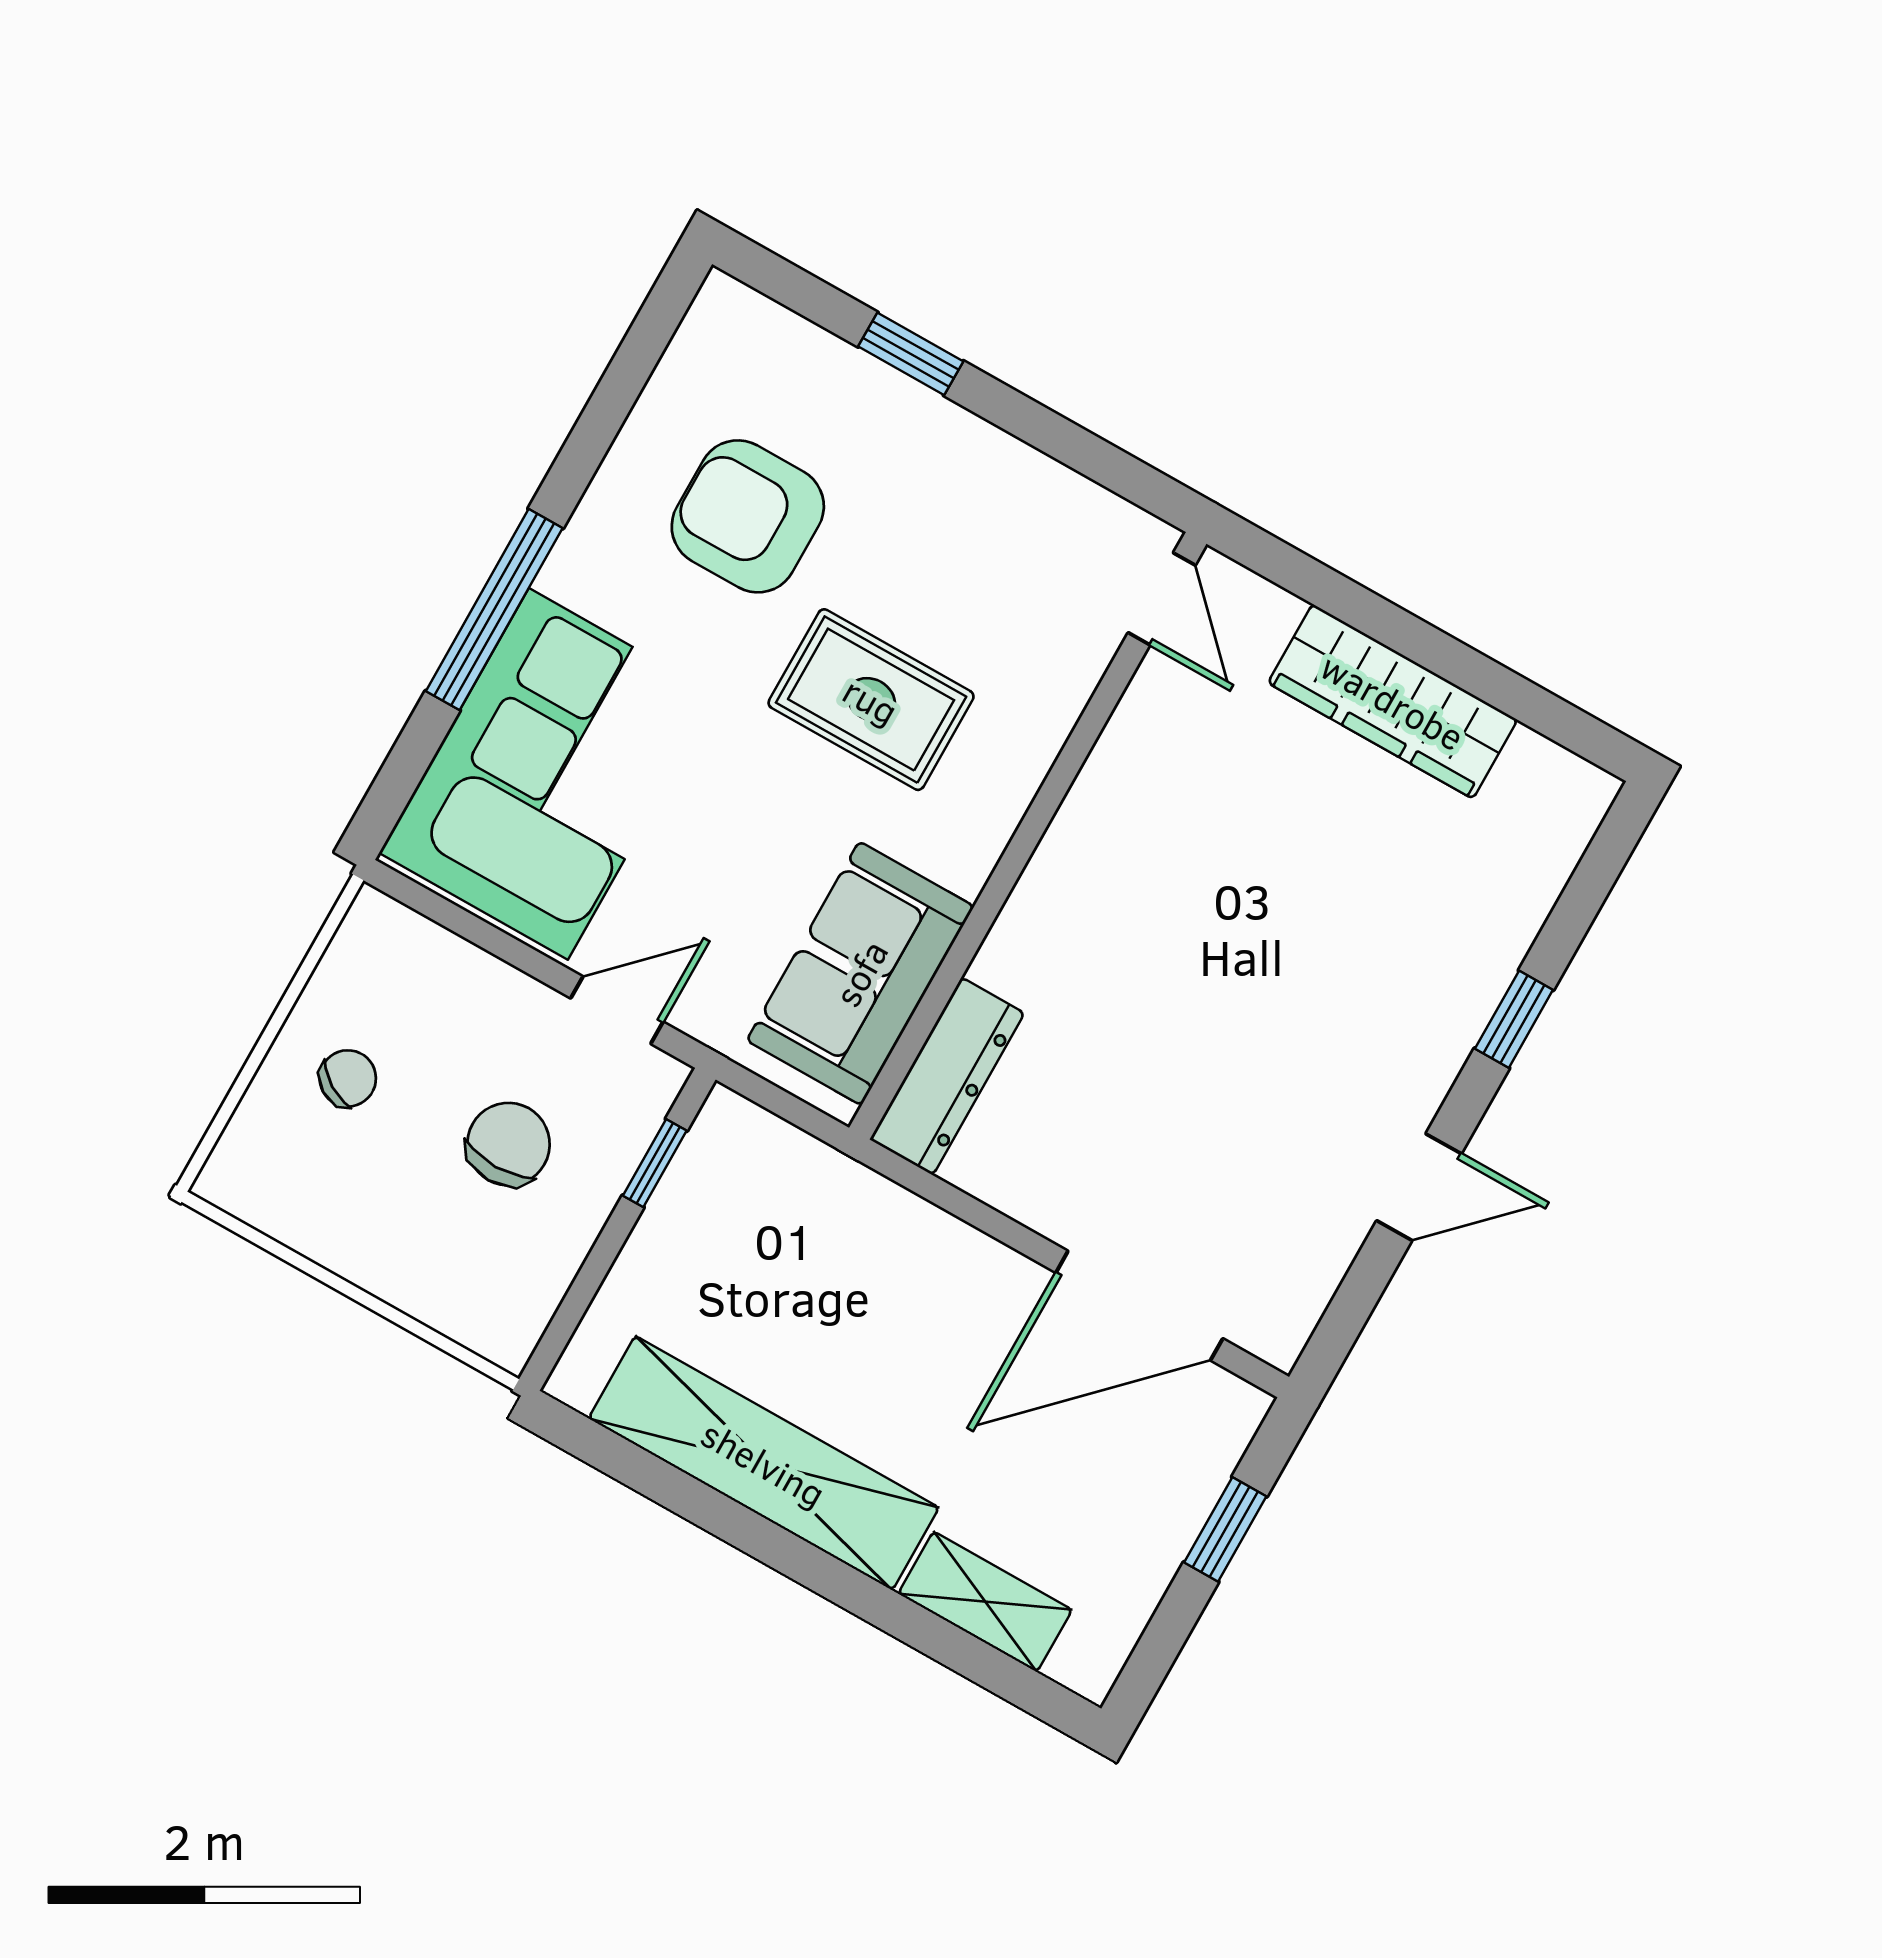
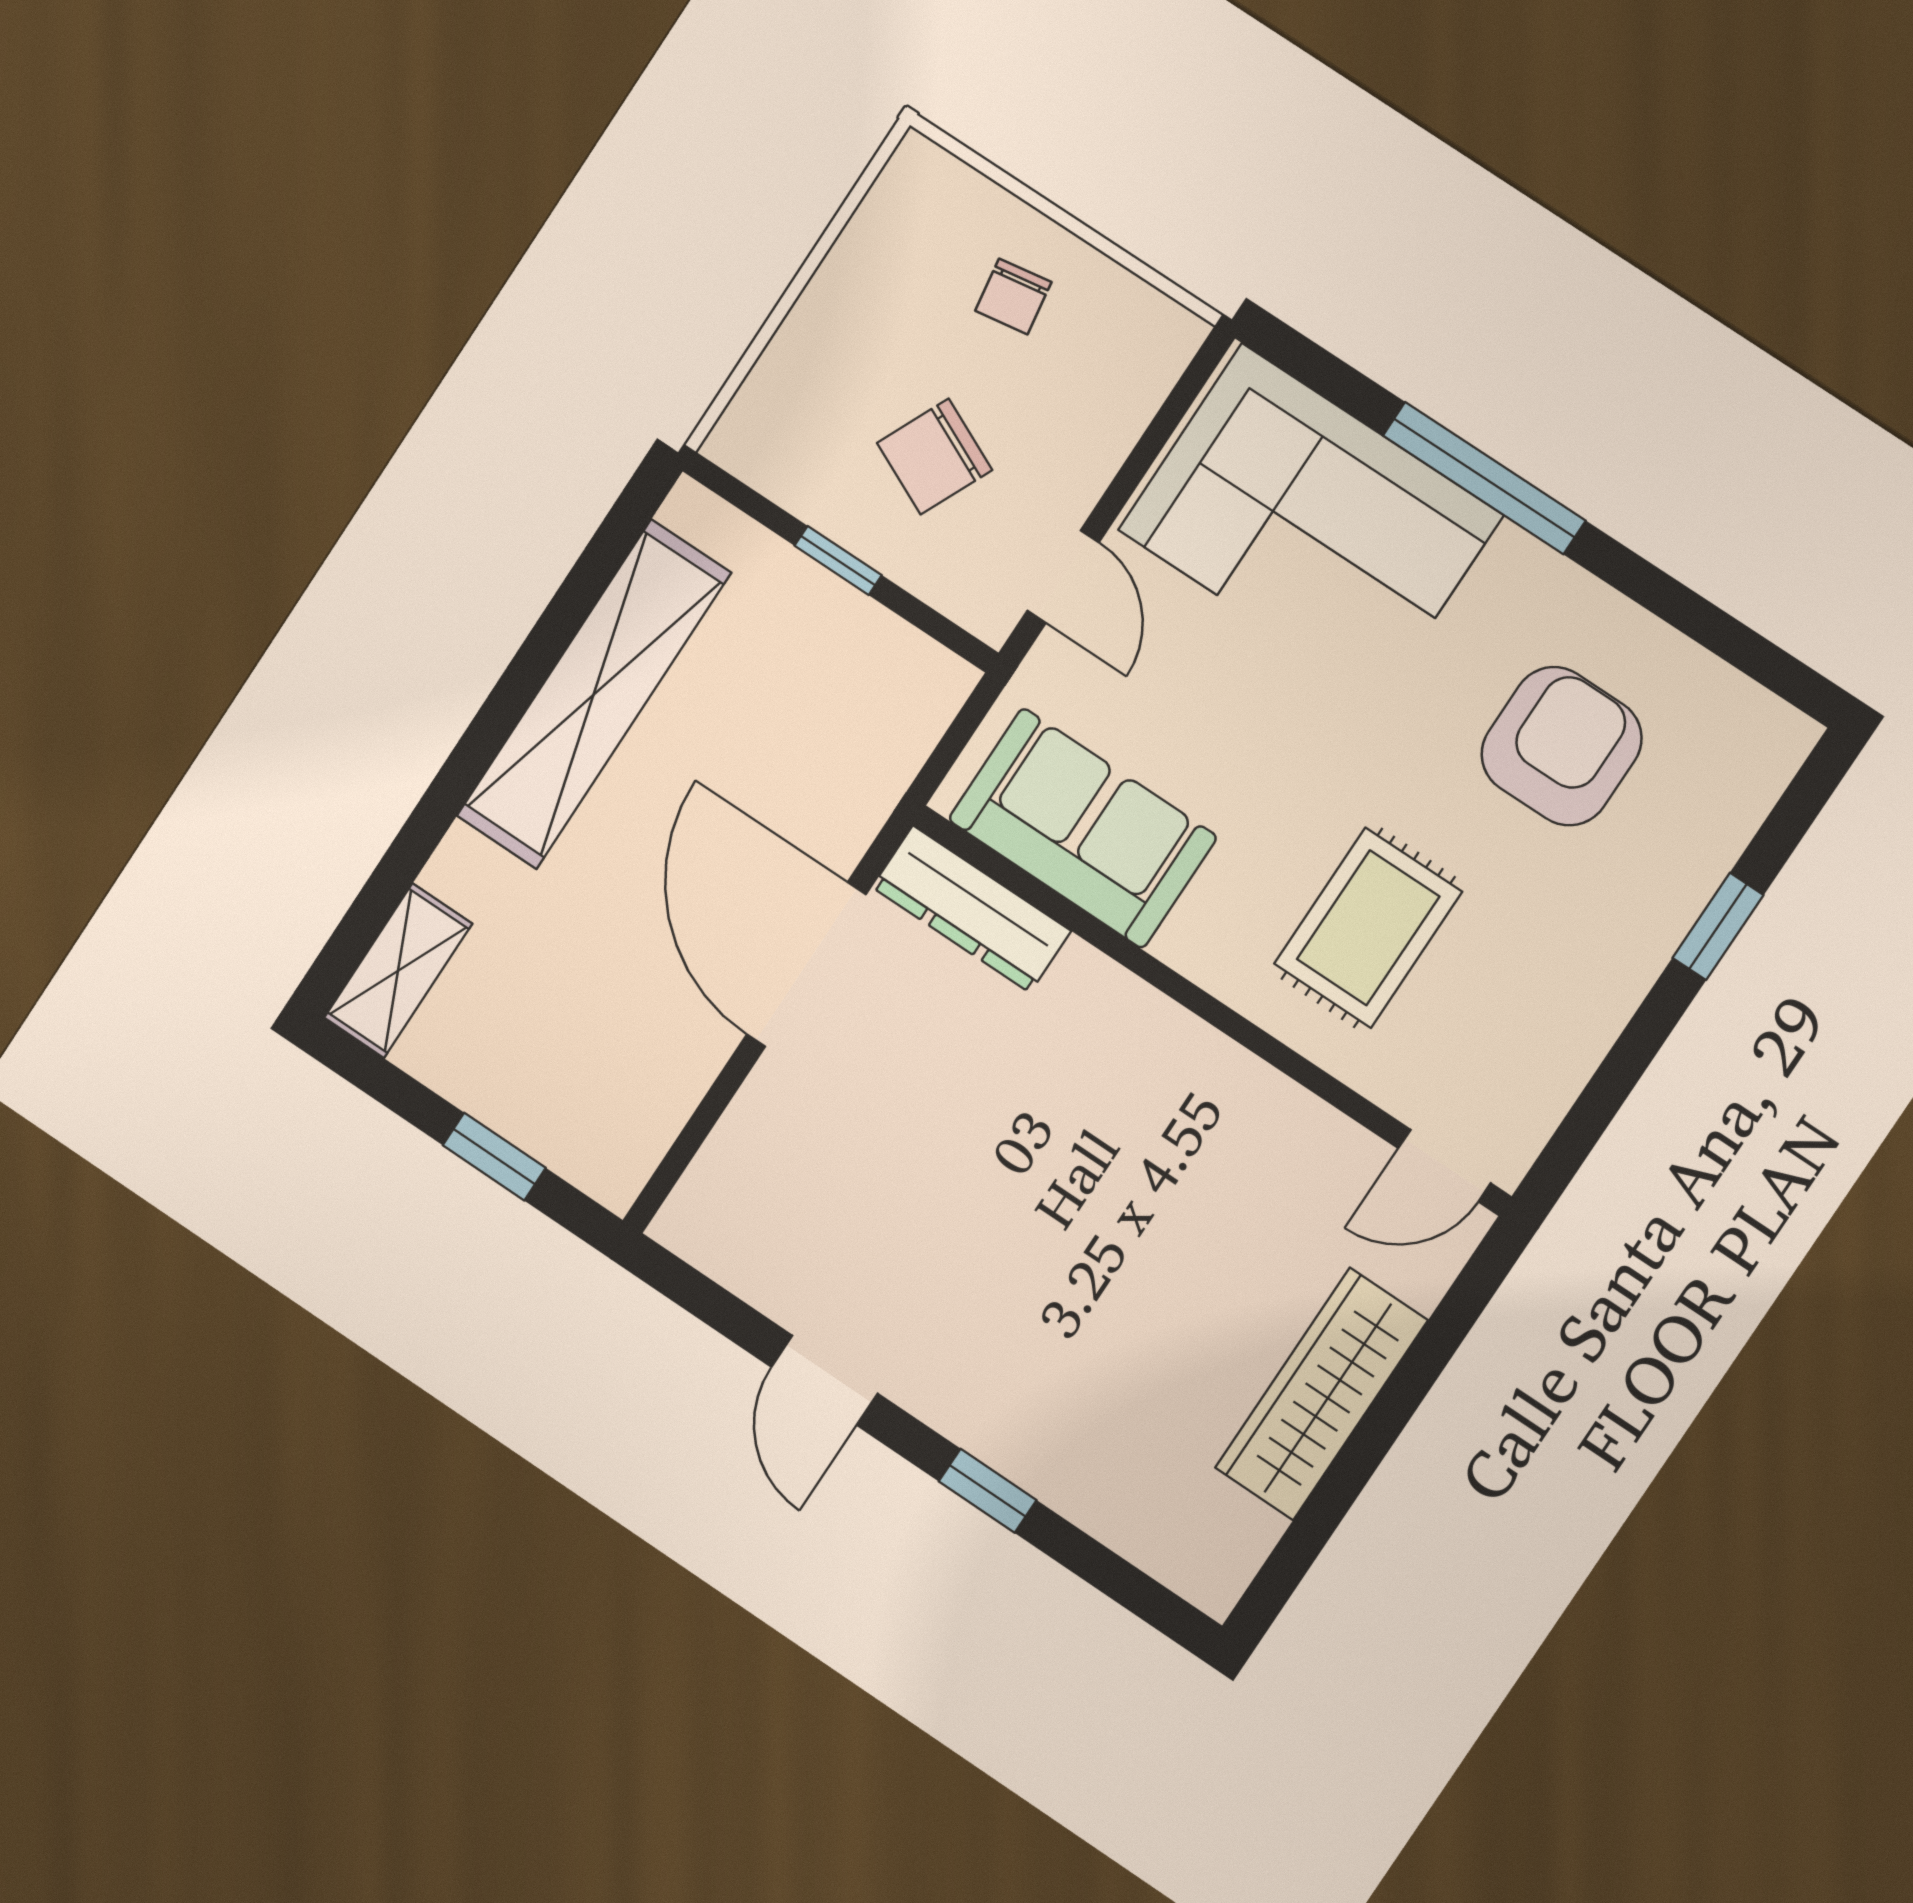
rug: (871, 700) -> (1368, 928), moved
chair: (348, 1078) -> (1013, 296), turned 49
chair: (508, 1144) -> (935, 456), turned 115
window: (655, 1163) -> (838, 560), moved
door: (1139, 1306) -> (806, 964), moved
shelving: (985, 1602) -> (398, 971), moved

